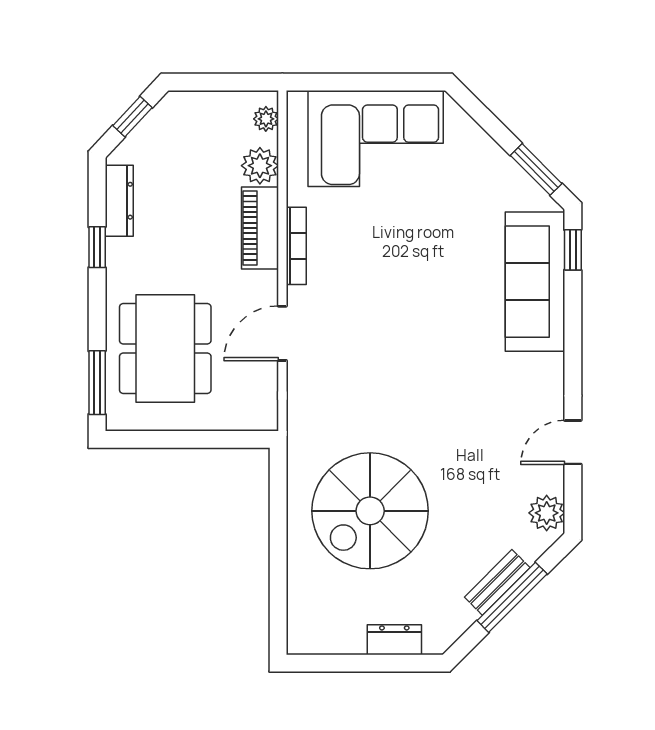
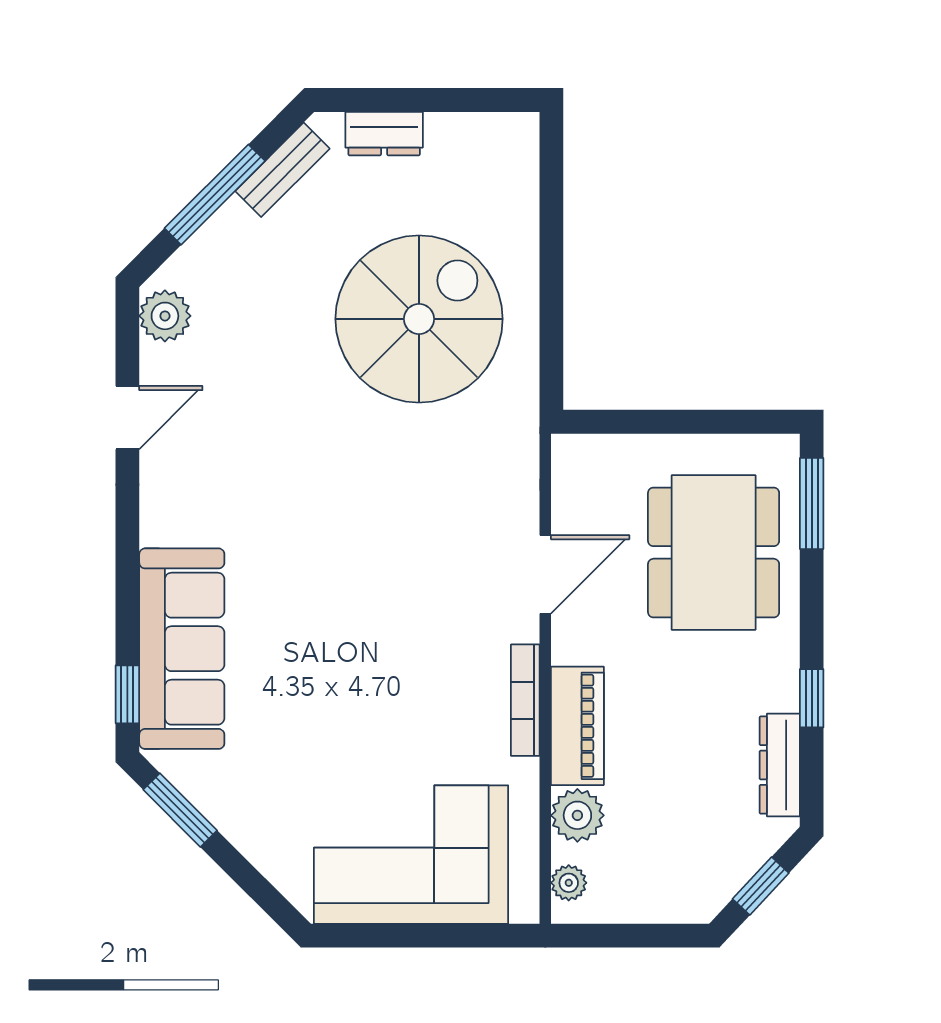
bench: (497, 582) -> (282, 170), moved

